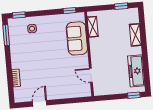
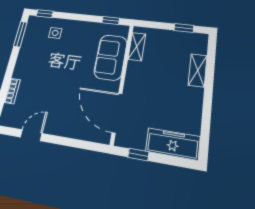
freezer: (136, 71) -> (173, 144), moved, turned 90
door: (91, 75) -> (117, 113), width x1.87
window: (134, 95) -> (138, 155), moved

